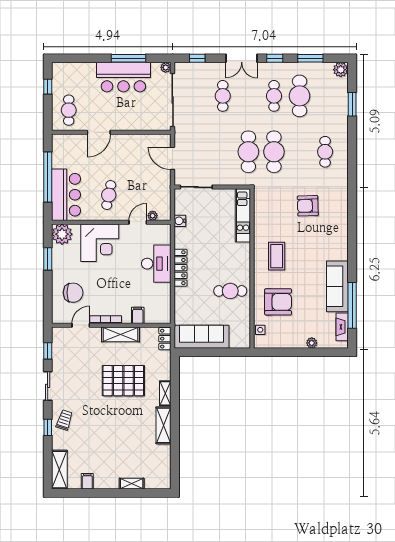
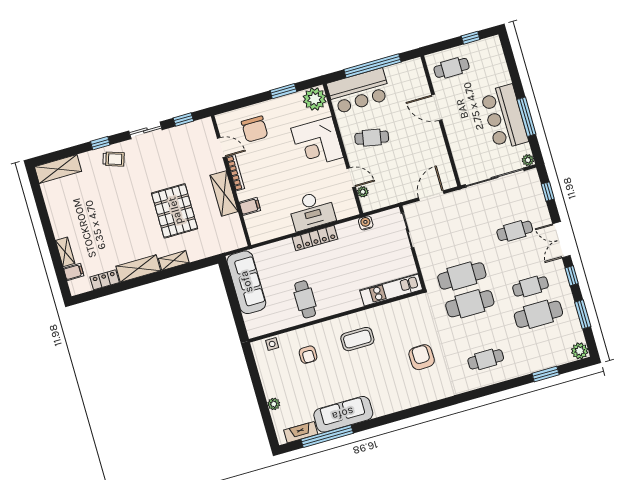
armchair: (278, 302) -> (308, 355), width x0.53, depth x0.53
locker: (165, 339) -> (105, 280), moved
filing cabinet: (87, 481) -> (74, 272), moved

